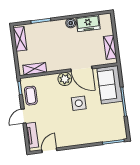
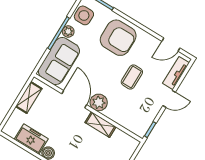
shelving: (35, 69) -> (100, 125), moved
coffee table: (31, 96) -> (132, 77), moved
side table: (79, 103) -> (84, 15), moved
plant: (119, 107) -> (68, 32), added
armchair: (85, 128) -> (118, 38), added

